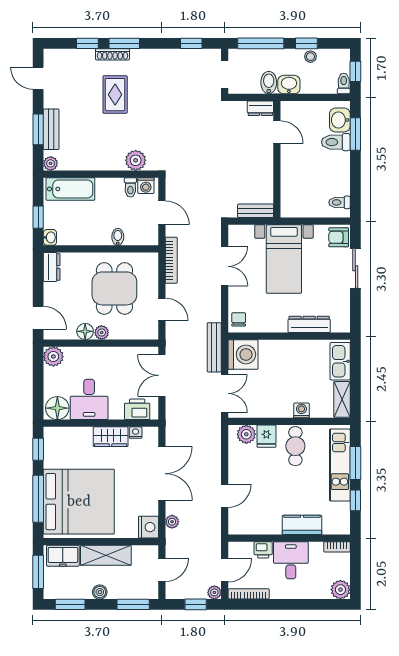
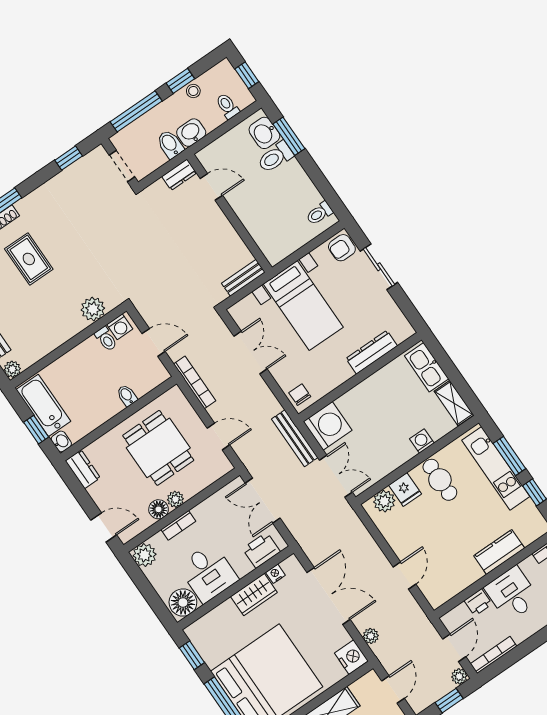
toilet: (344, 83) -> (227, 106), moved
bathtub: (70, 189) -> (43, 405), moved, turned -90
bookcase: (91, 352) -> (178, 525), added

